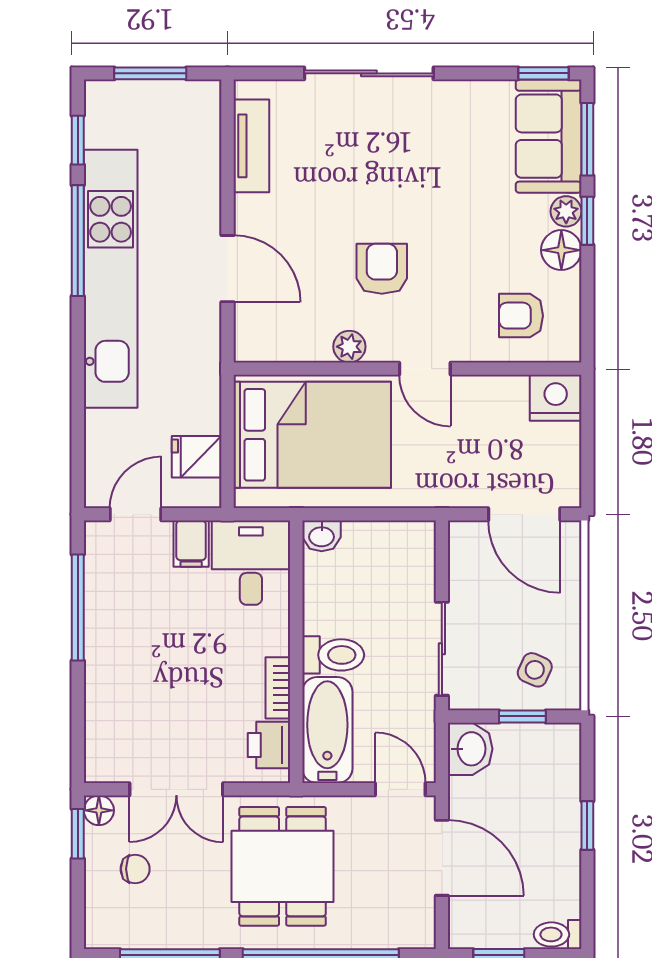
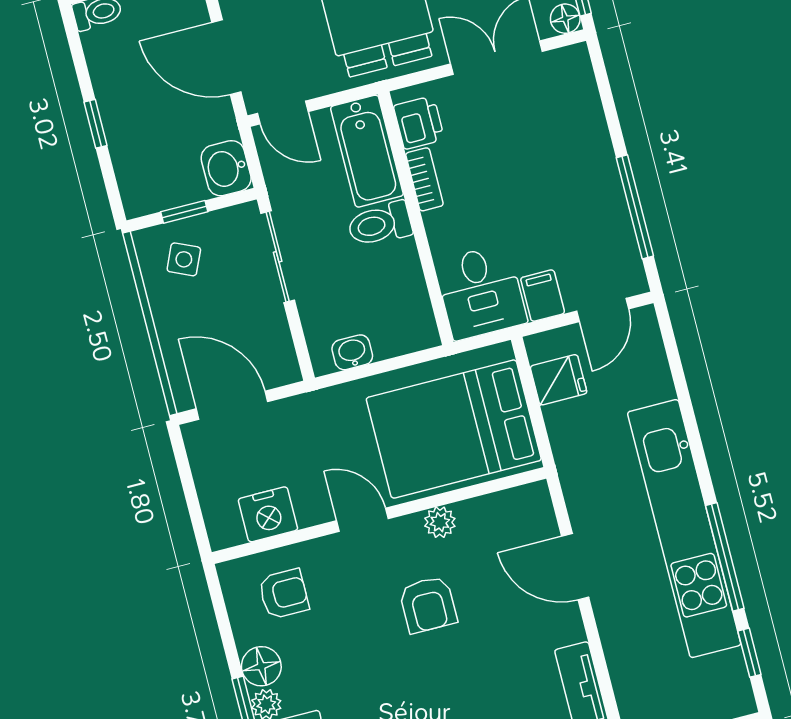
nightstand: (556, 398) -> (268, 514), moved
washbasin: (322, 536) -> (352, 352), moved

